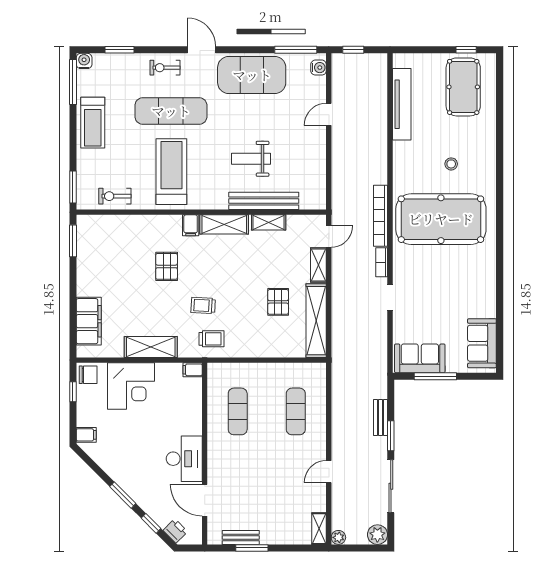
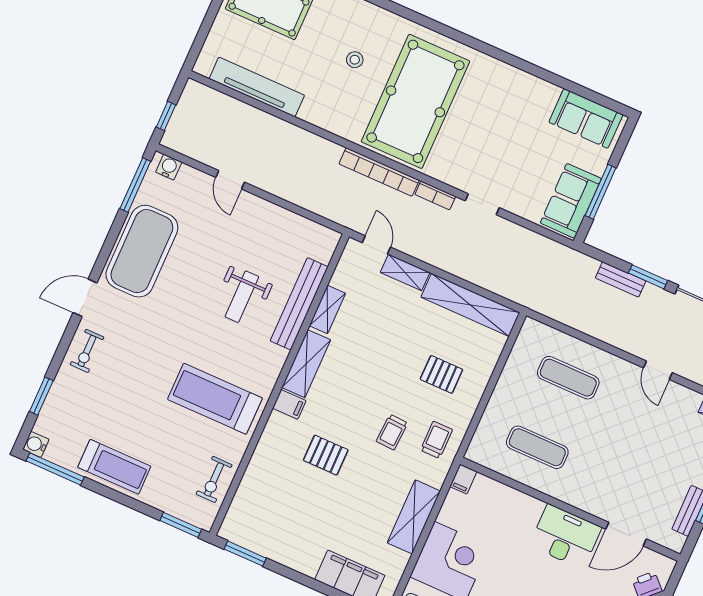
exercise mat: (171, 111) -> (142, 367), removed
pallet: (278, 302) -> (441, 374), moved

